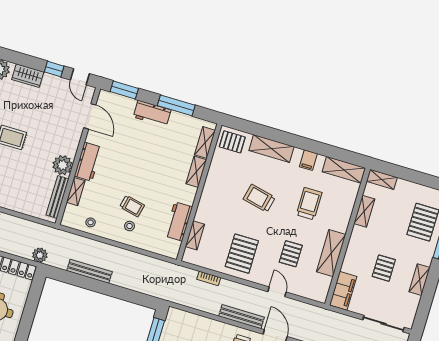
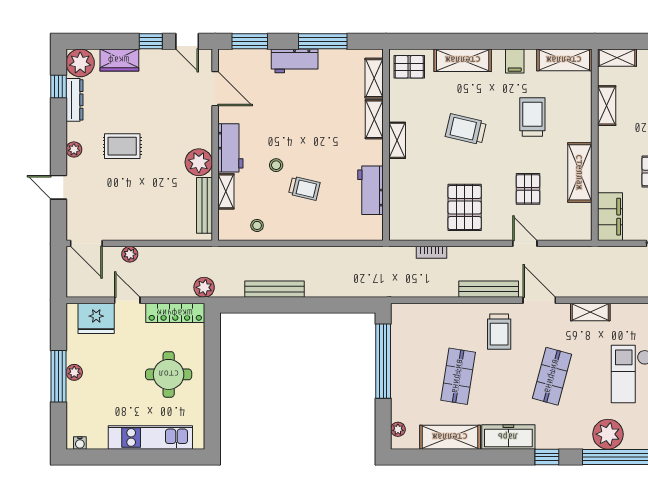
stool: (129, 226) -> (276, 165), moved
shelving: (195, 235) -> (397, 140), moved

